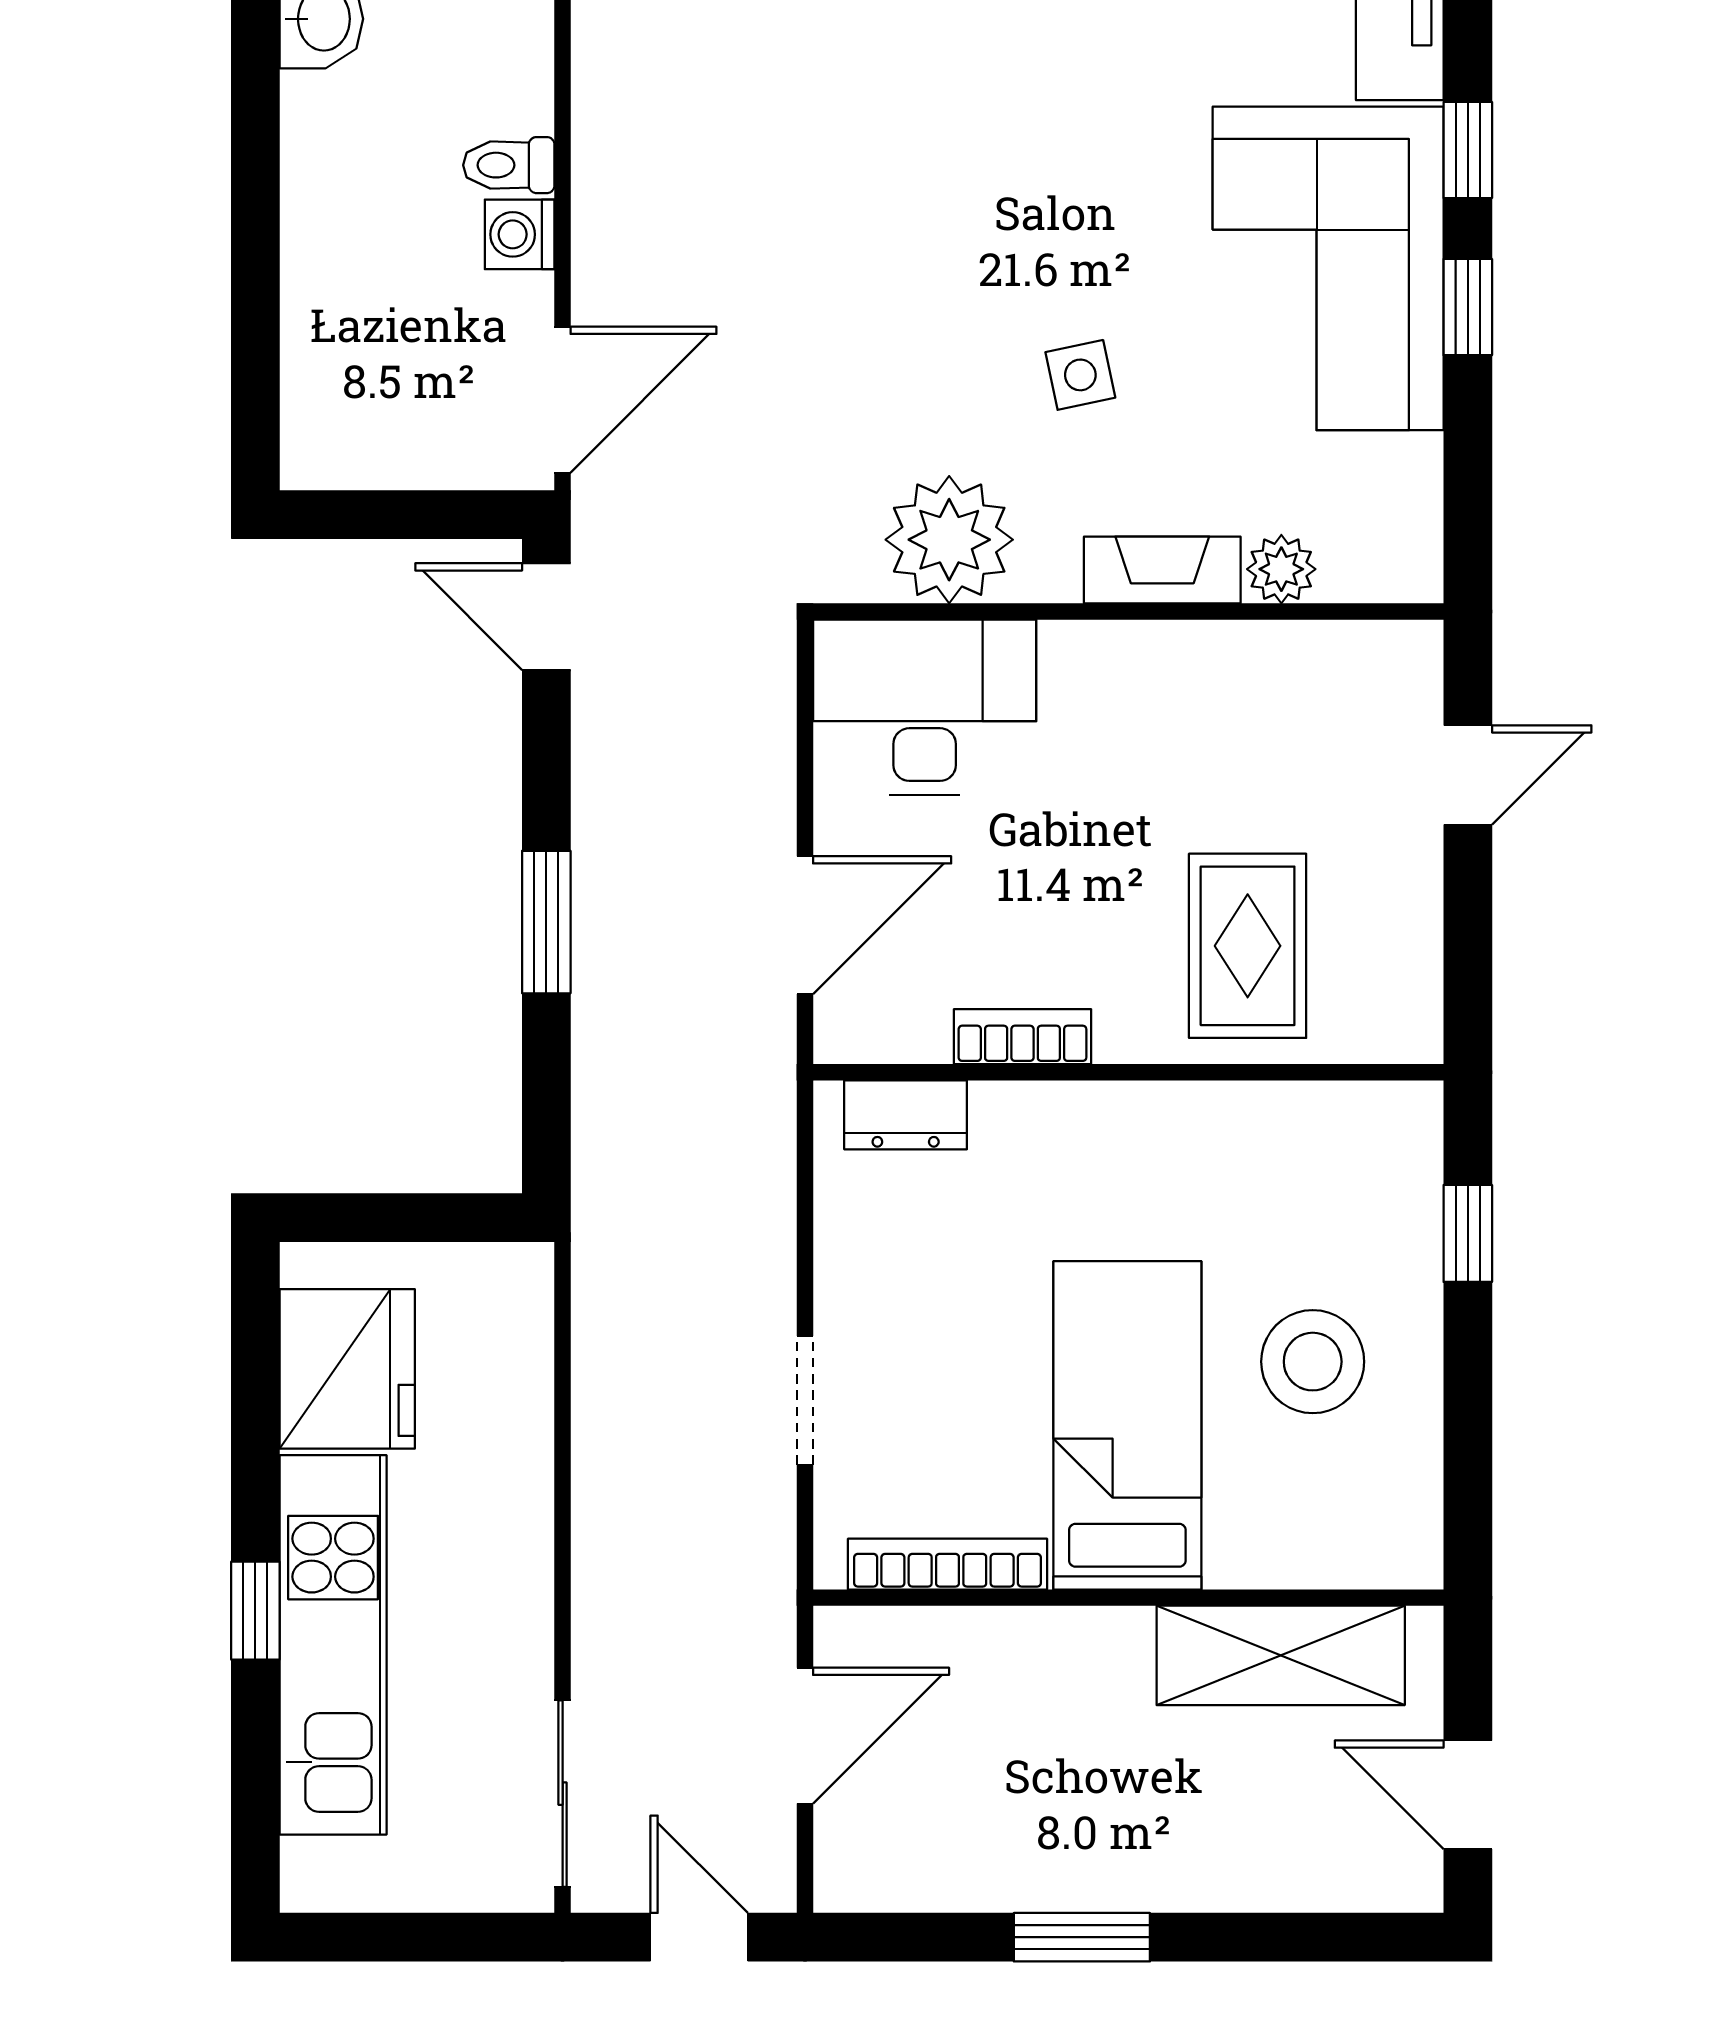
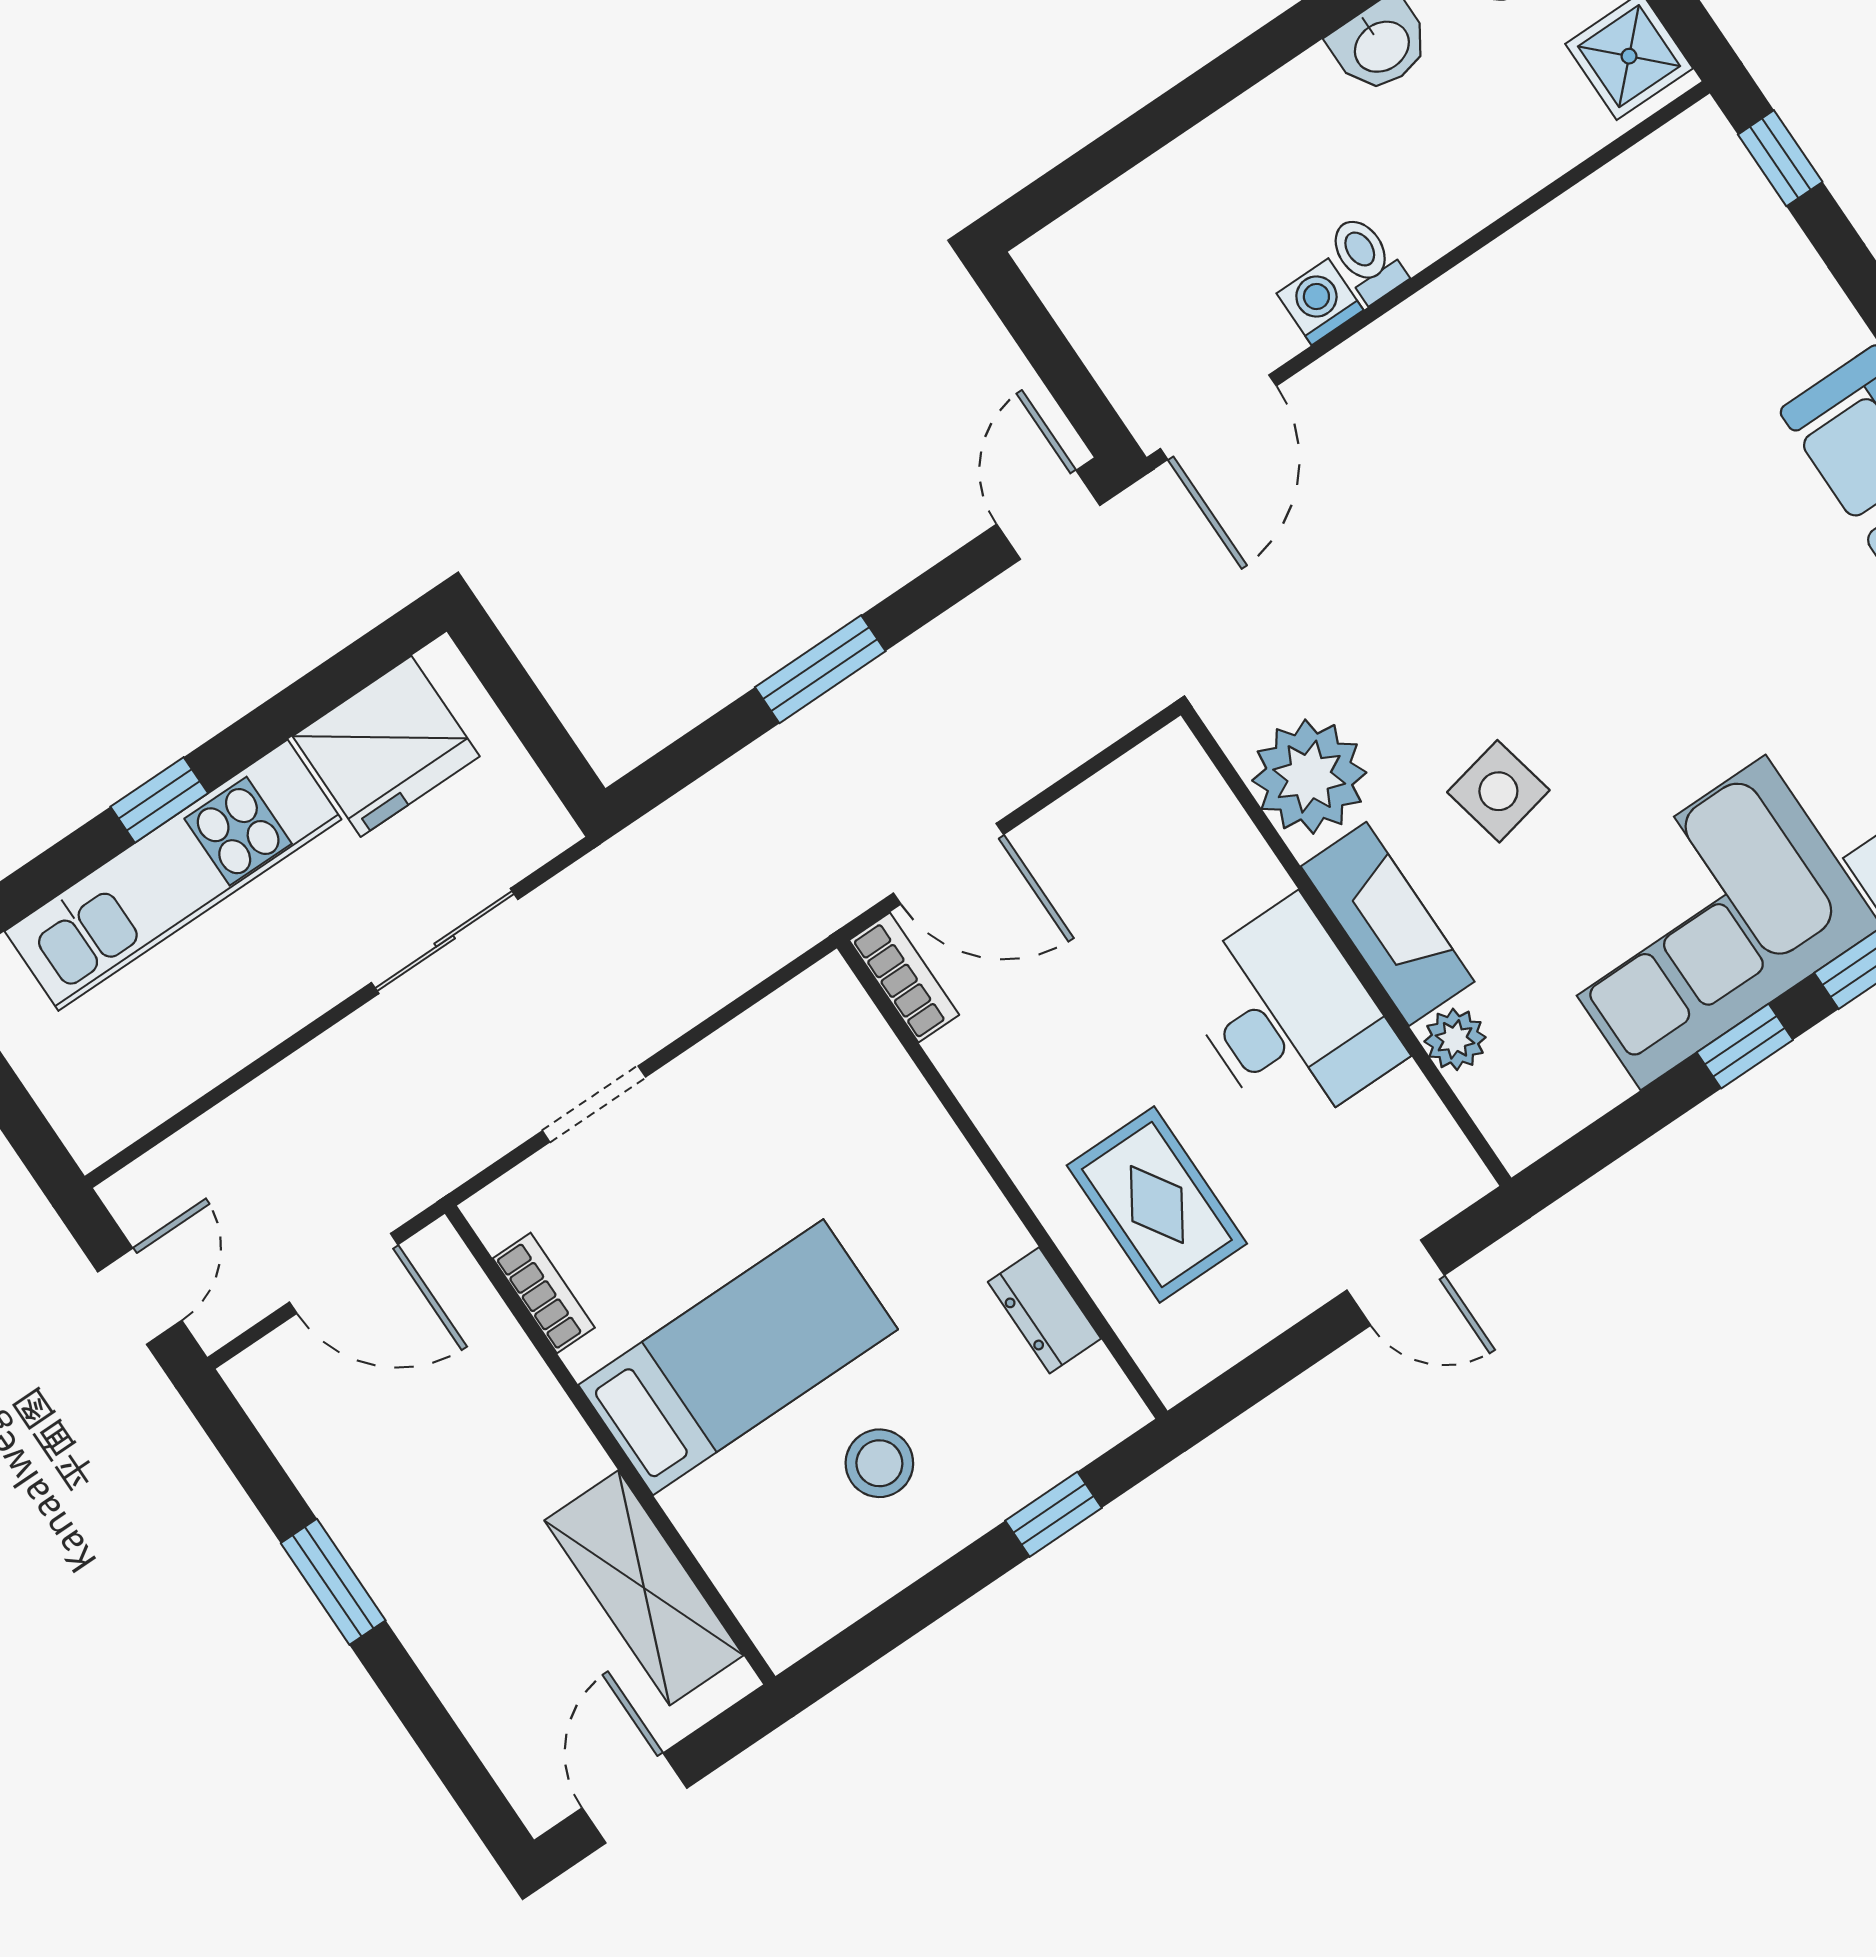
side table: (1080, 375) -> (1498, 791), width x1.37, depth x1.37
door: (563, 400) -> (1218, 417), hinge flipped
fireplace: (1162, 570) -> (1388, 924), width x1.37, depth x1.32
desk: (925, 707) -> (1290, 1017), moved
rug: (1248, 946) -> (1157, 1205), turned 90
bookcase: (1022, 1037) -> (904, 977), moved
dresser: (906, 1115) -> (1044, 1310), moved
stool: (1313, 1362) -> (879, 1463), width x0.73, depth x0.73
bookcase: (947, 1564) -> (544, 1293), width x0.64
sliding door: (563, 1794) -> (445, 941), moved

